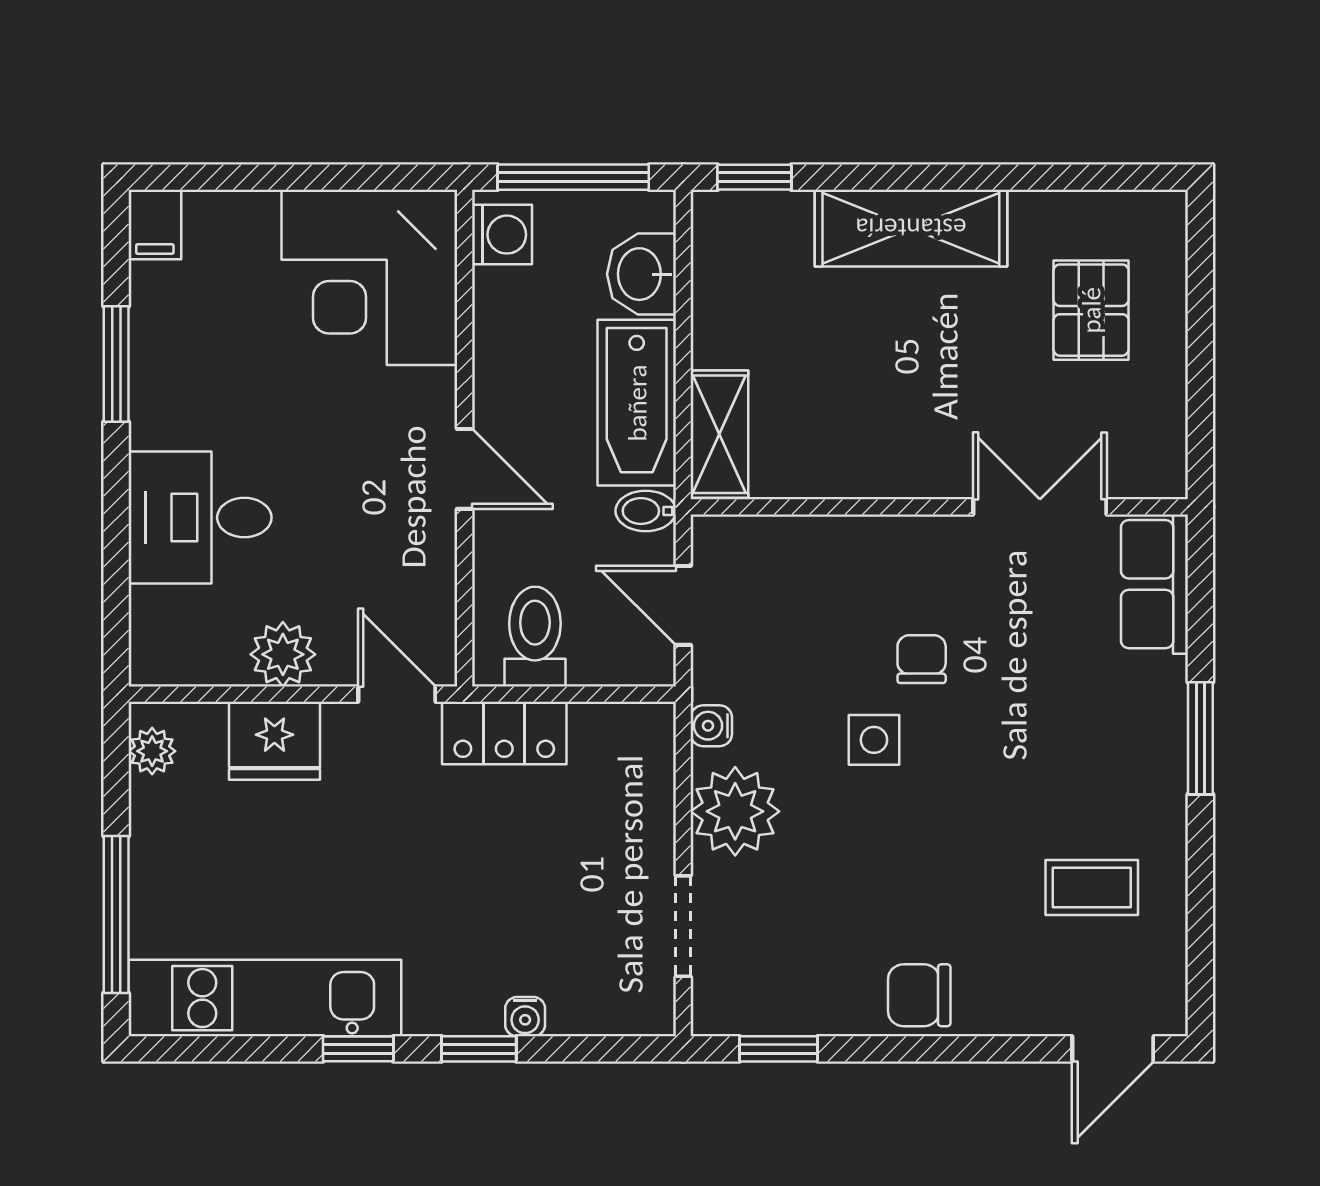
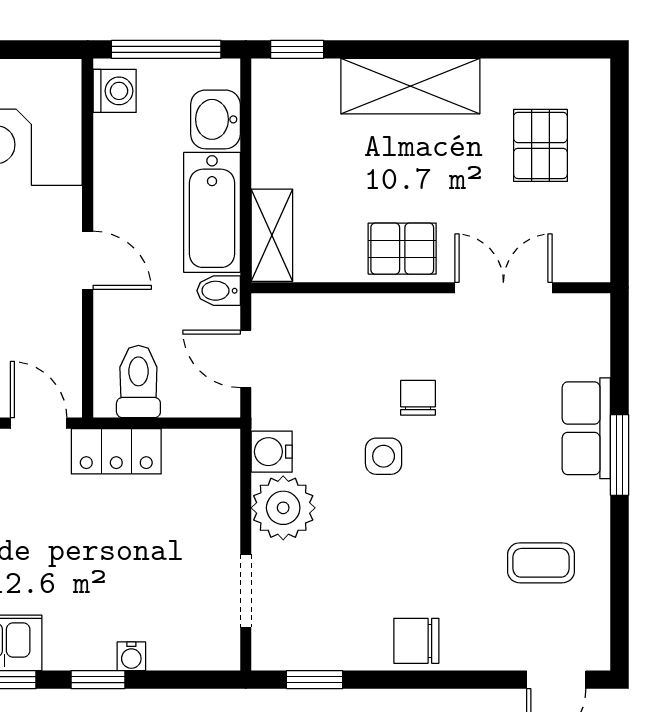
pallet: (900, 453) -> (402, 249), added
row of seats: (1154, 584) -> (586, 428), moved
water cooler: (711, 726) -> (272, 452), width x1.38, depth x1.38

